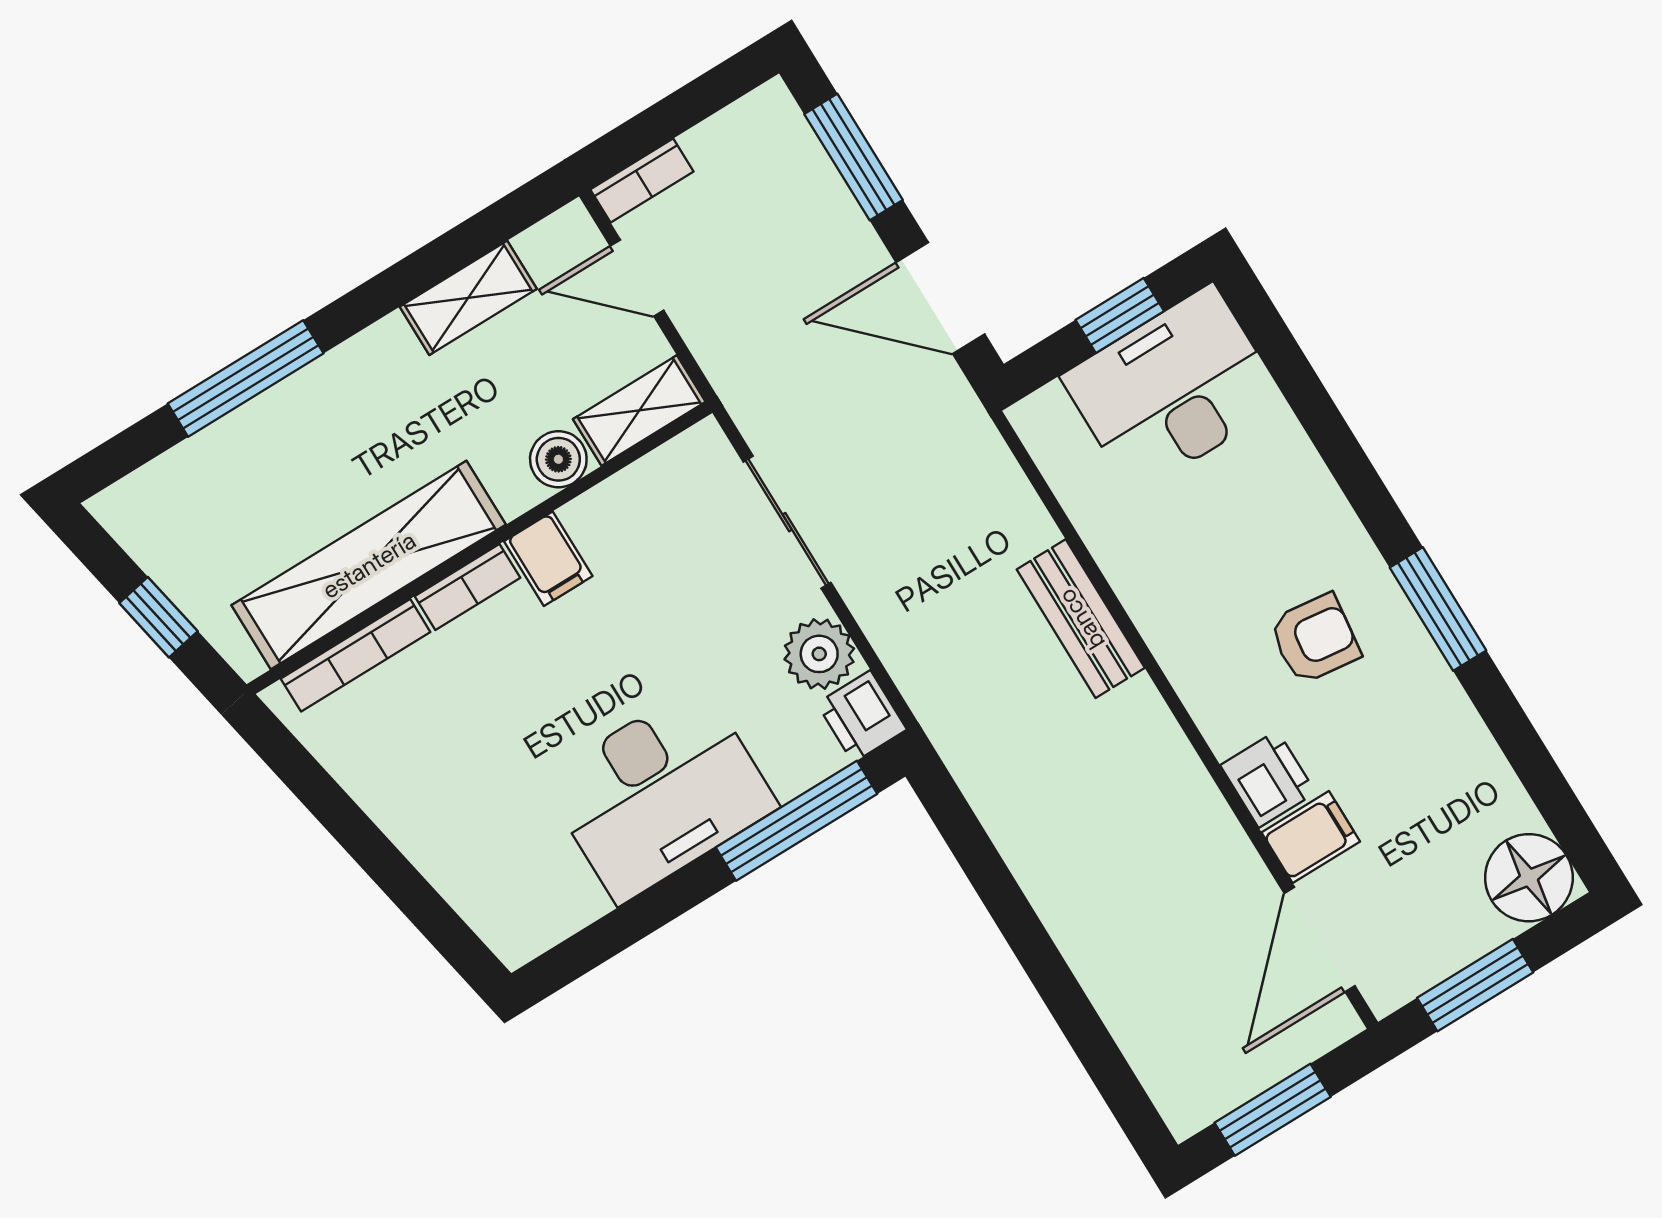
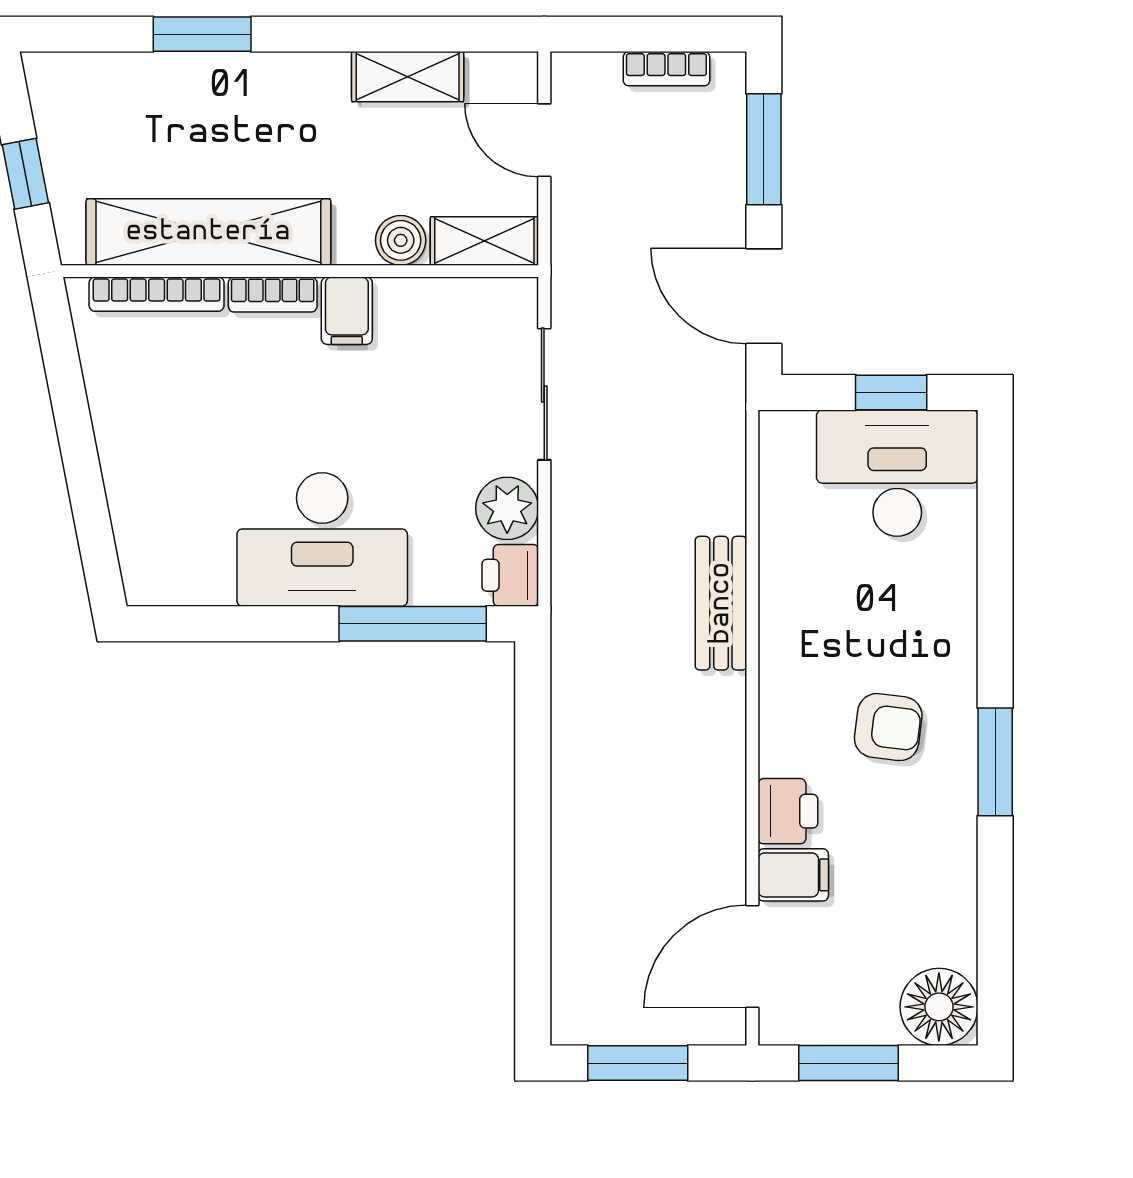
bookcase: (642, 181) -> (666, 69), moved
window: (246, 378) -> (202, 34), width x0.69

